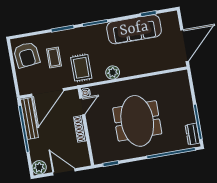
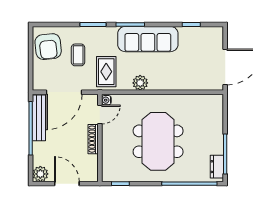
sofa: (134, 29) -> (148, 39), moved

